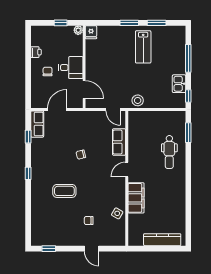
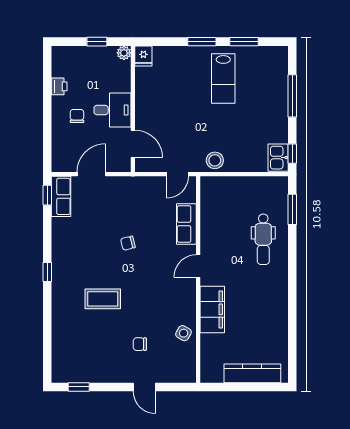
kitchen sink: (179, 84) -> (278, 158), moved
door: (113, 109) -> (177, 174), hinge flipped
window: (28, 137) -> (47, 195), moved

